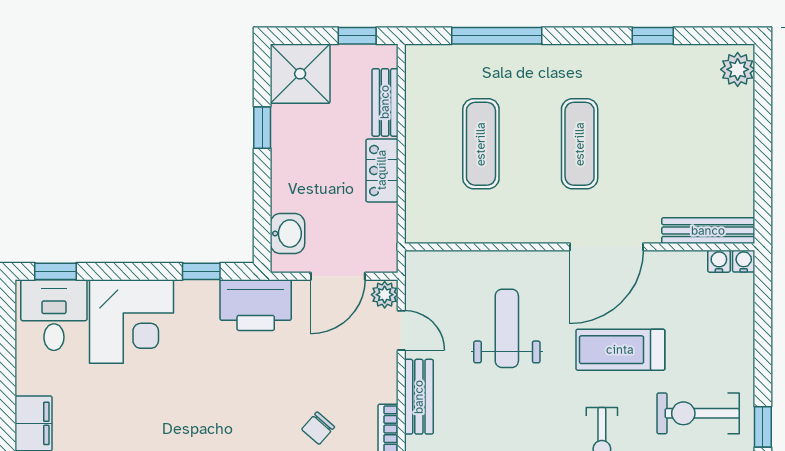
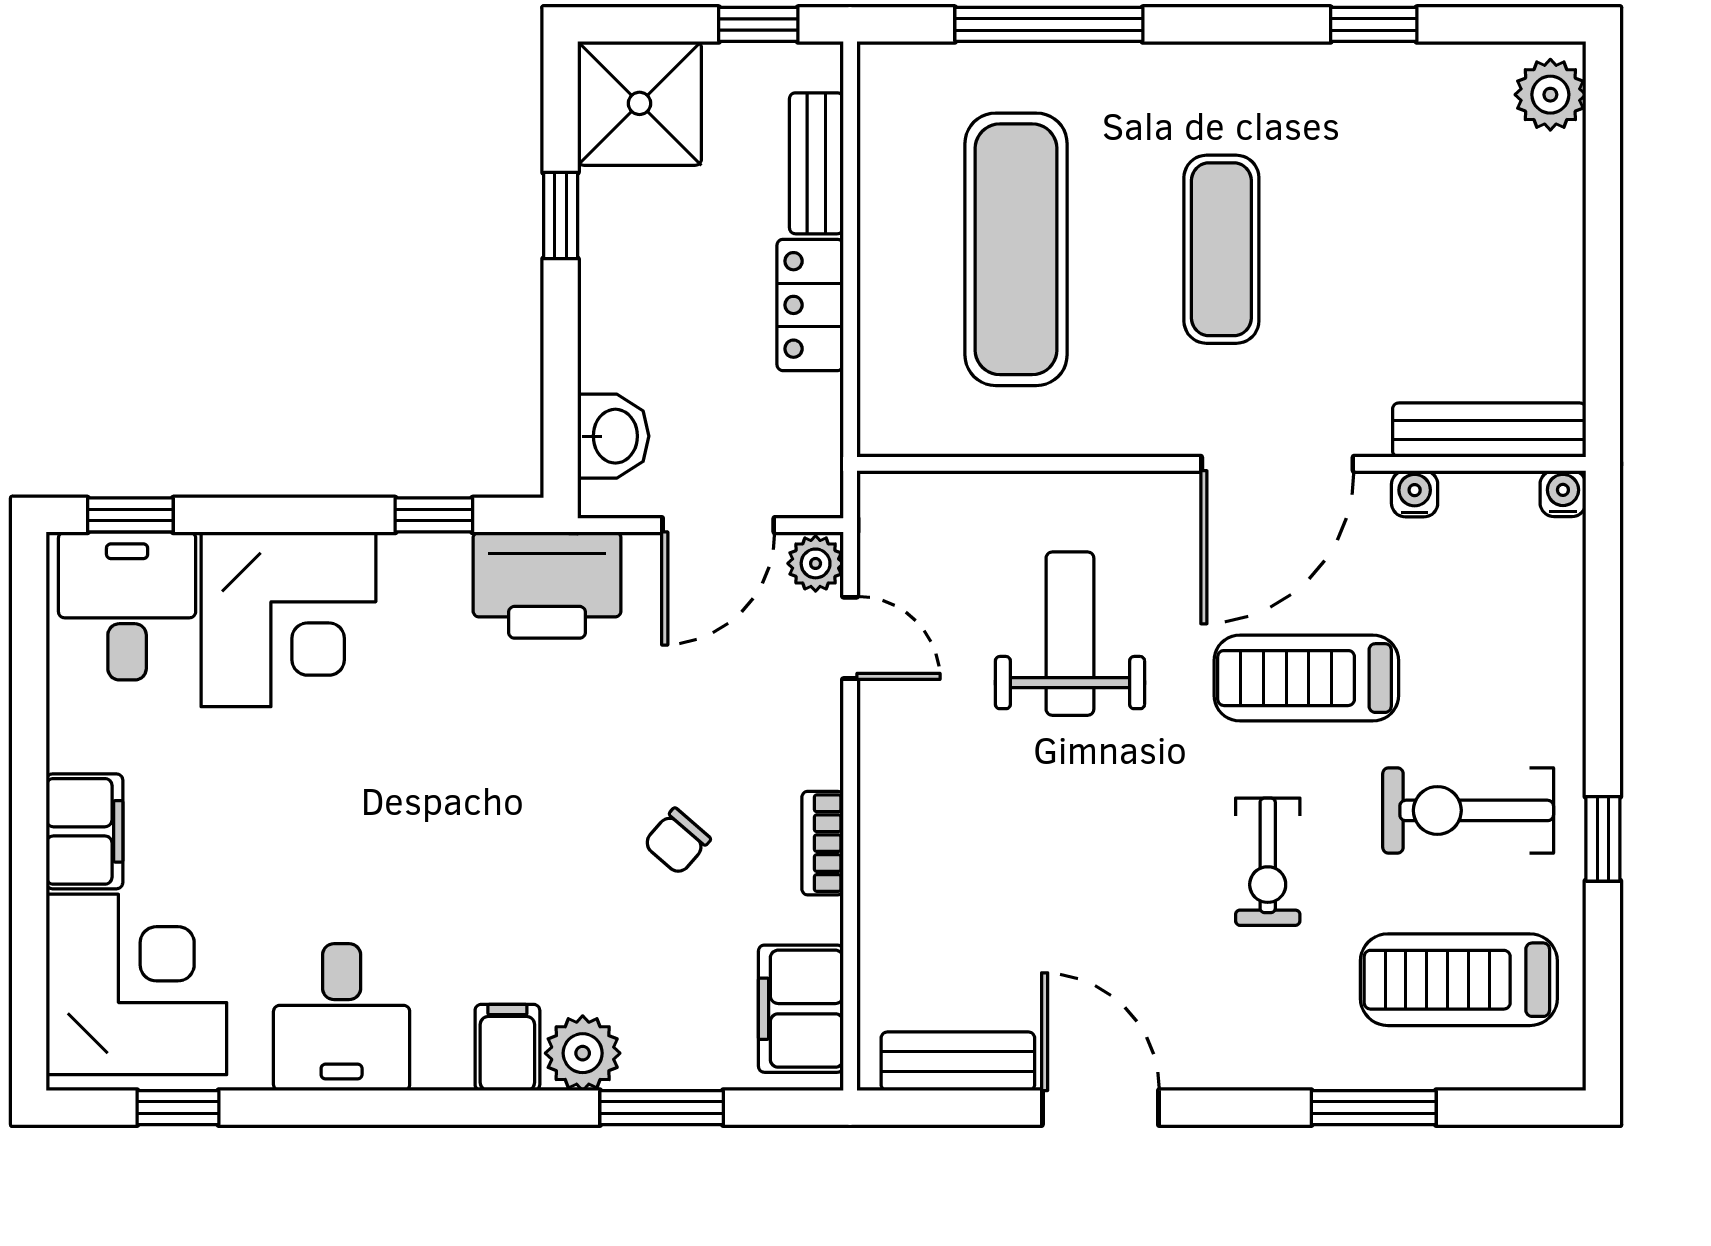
exercise mat: (481, 144) -> (1016, 249), width x1.36, depth x1.45
water cooler: (719, 261) -> (1415, 494), moved
bench: (419, 397) -> (887, 776), removed

